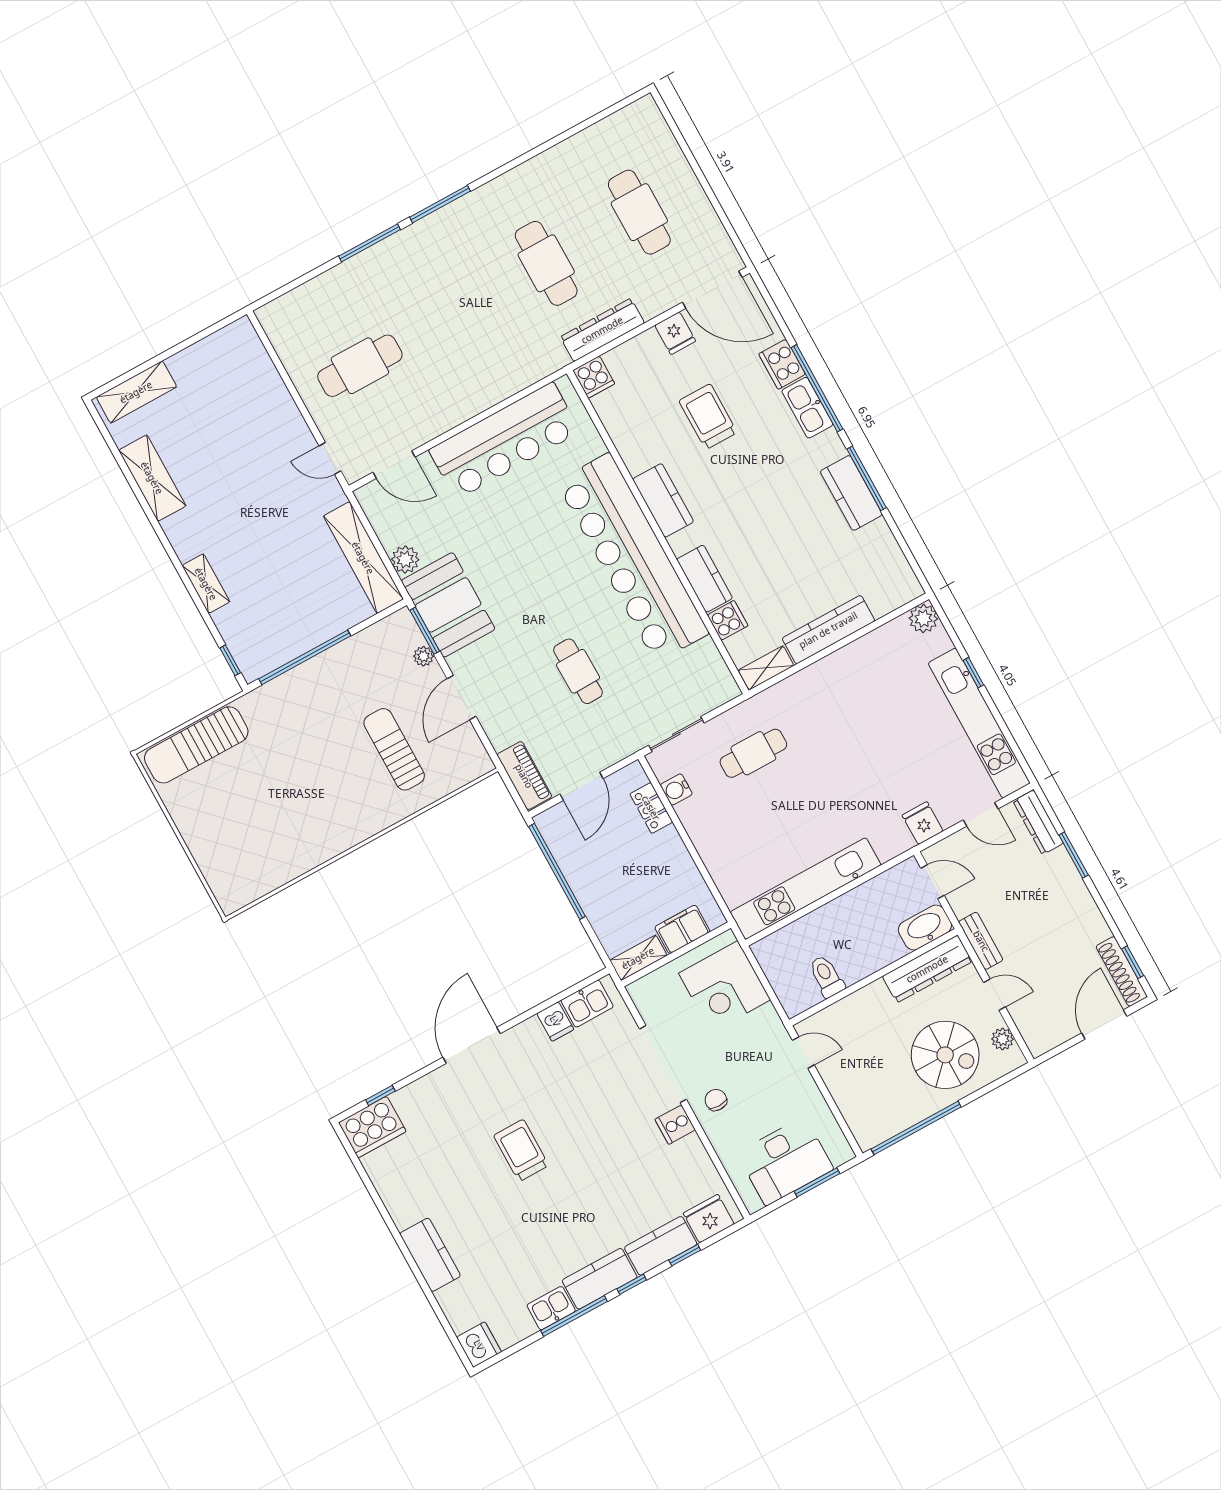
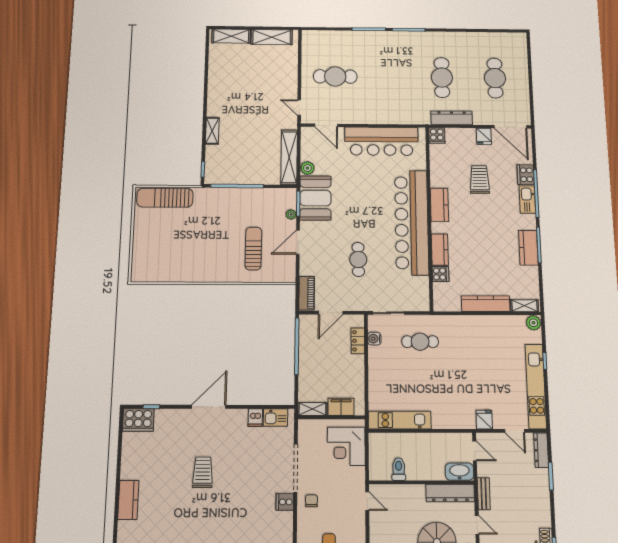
shelving: (152, 478) -> (272, 37), moved, turned 90
shelving: (766, 668) -> (525, 306), moved
kitchen unit: (806, 889) -> (400, 420), width x0.73

